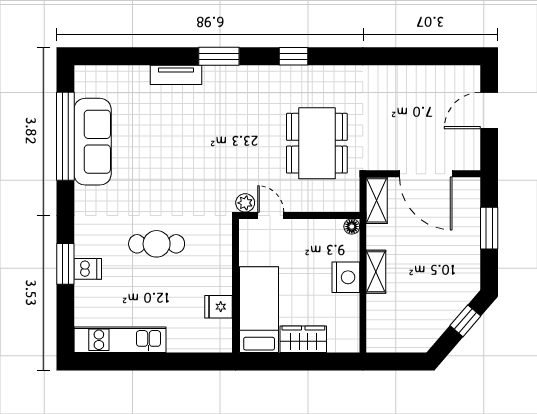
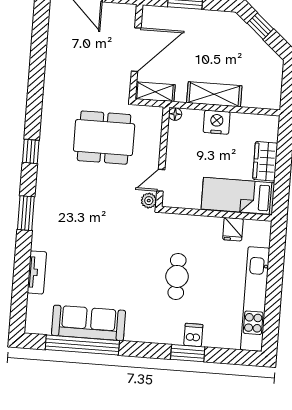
tv unit: (176, 75) -> (37, 272), moved
shelving: (376, 272) -> (214, 94), width x1.50, depth x1.33
kitchen unit: (120, 340) -> (255, 299), width x1.36

